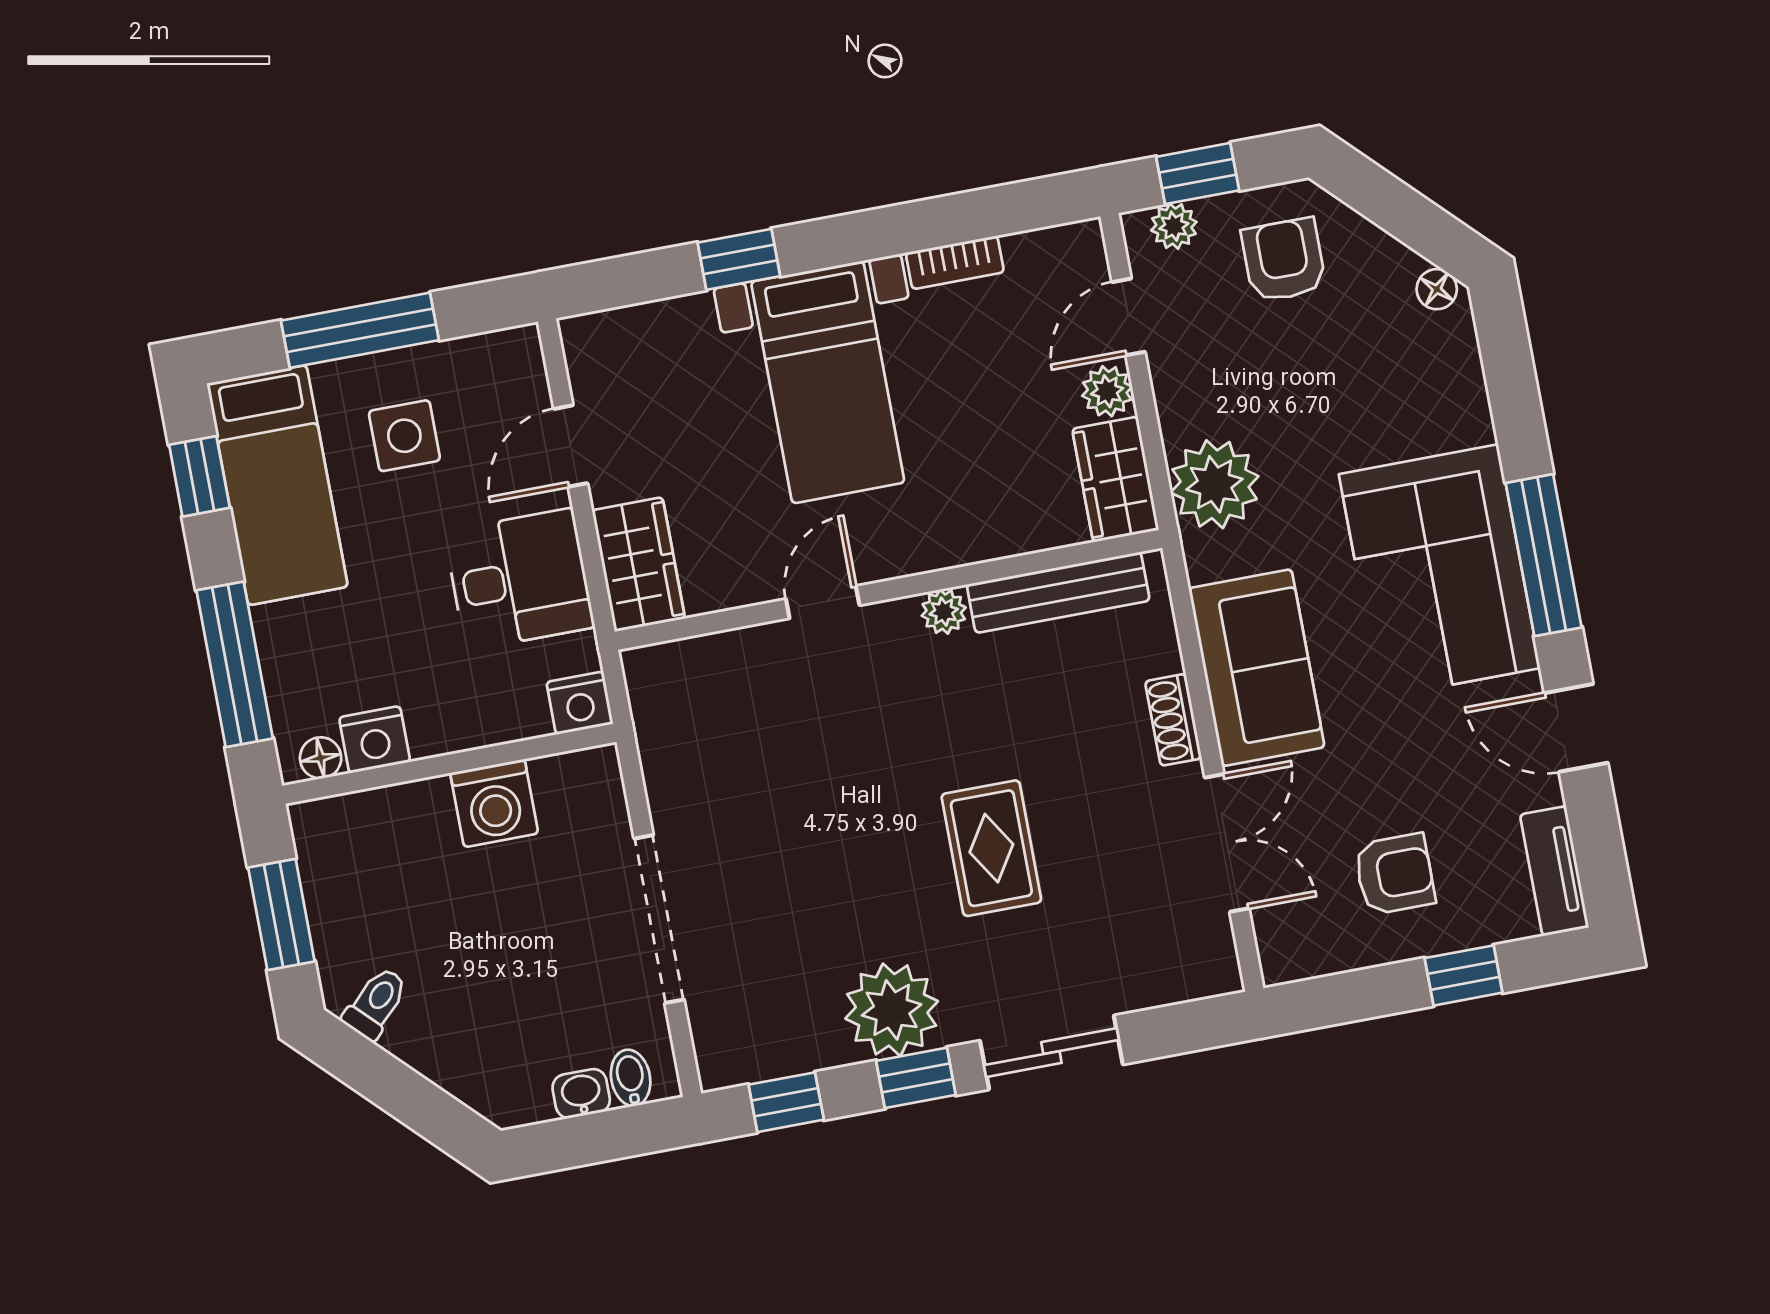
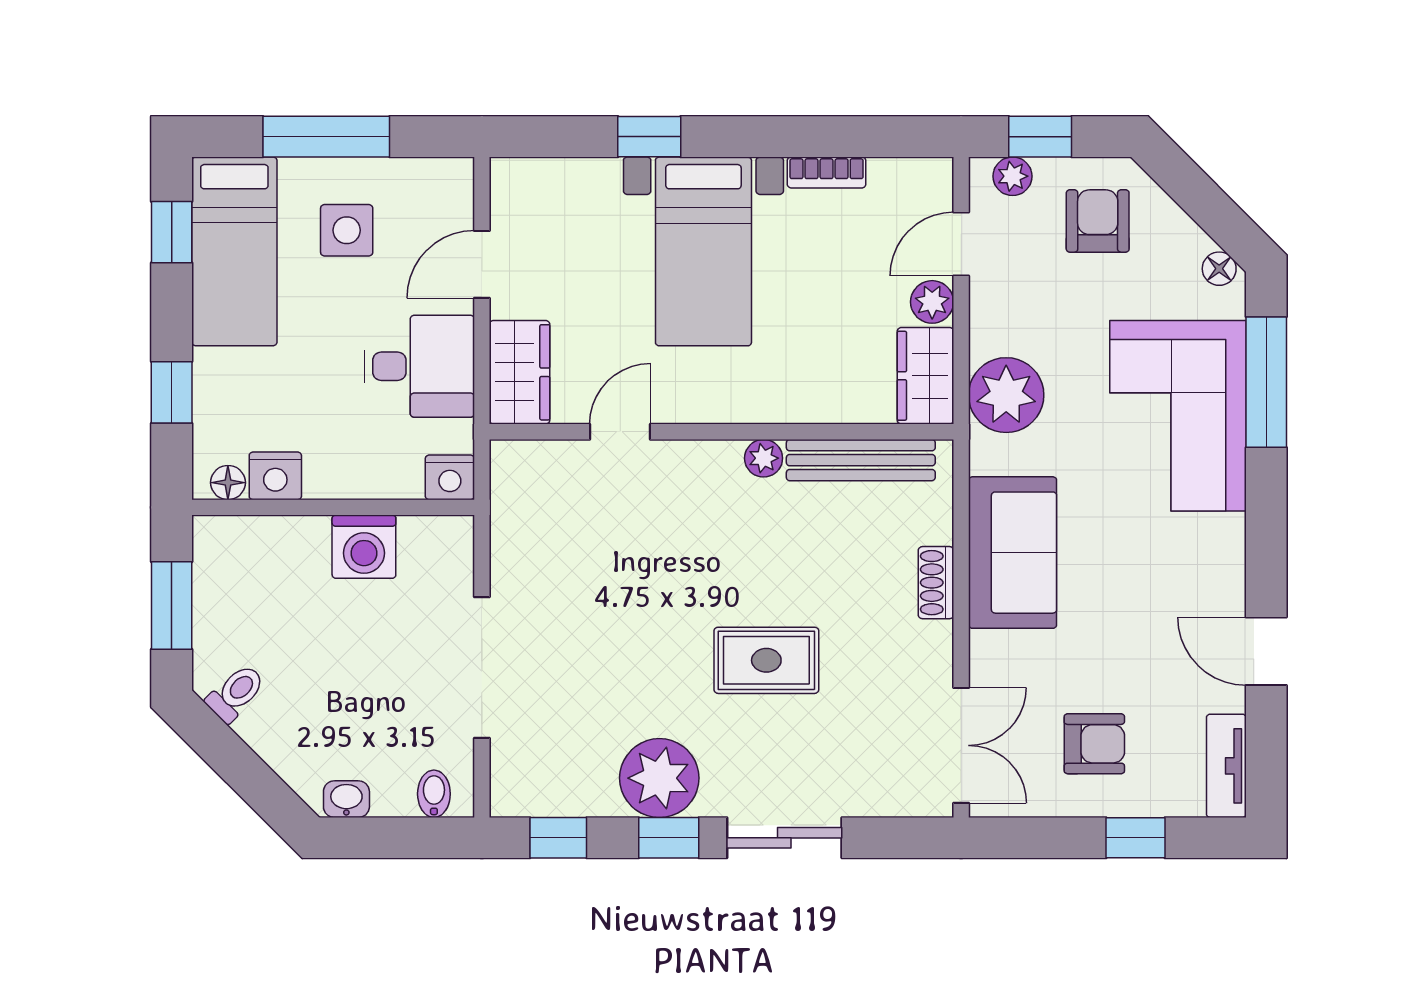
window: (1544, 555) -> (1266, 382), moved
corner sofa: (1439, 571) -> (1178, 416), moved
door: (823, 602) -> (620, 432), moved
window: (235, 664) -> (172, 392), width x0.46
double door: (1227, 843) -> (961, 745), moved
rug: (991, 848) -> (766, 660), turned 90
washbasin: (581, 1094) -> (346, 799), moved

